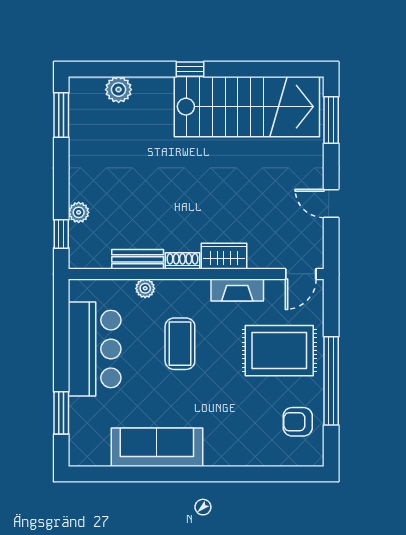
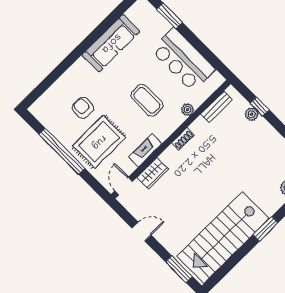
window: (190, 69) -> (266, 229), width x1.50
window: (61, 234) -> (260, 107), moved
wardrobe: (224, 256) -> (153, 173), moved
bench: (138, 259) -> (216, 107), moved
armchair: (298, 422) -> (83, 108), moved, turned -90

